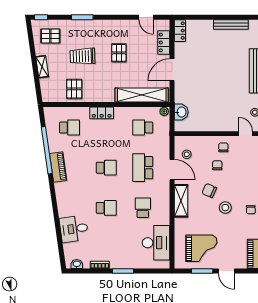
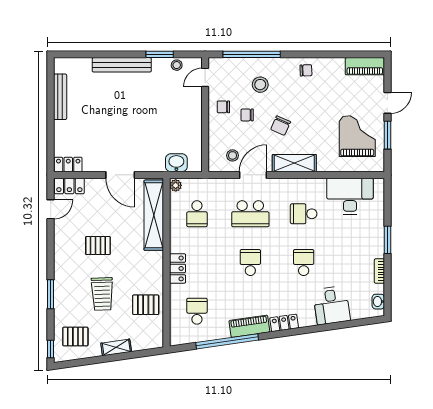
pallet: (50, 36) -> (75, 337), turned 90
locker: (164, 42) -> (69, 186), moved
locker: (61, 193) -> (284, 323), added
stool: (225, 208) -> (260, 85), moved

